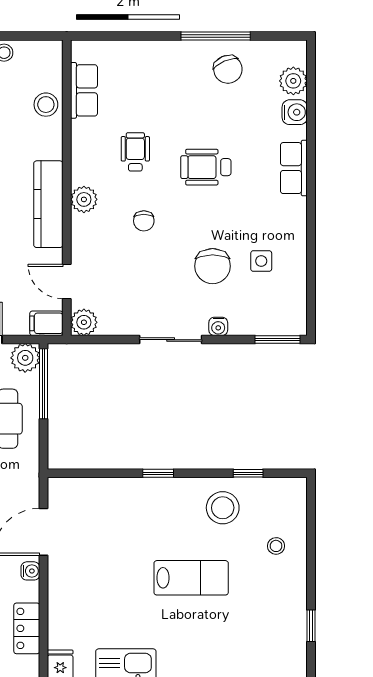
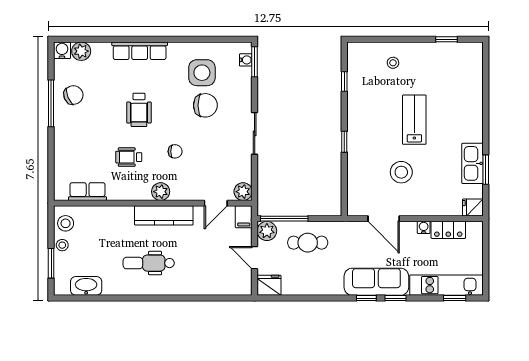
stool: (46, 105) -> (66, 223), moved
water cooler: (295, 112) -> (62, 50), moved
row of seats: (294, 168) -> (140, 51), width x1.48
side table: (261, 261) -> (202, 73), width x1.87, depth x1.87
water cooler: (218, 326) -> (246, 60), moved
stool: (223, 508) -> (401, 172), moved
water cooler: (30, 571) -> (424, 227), moved

